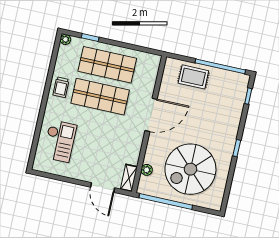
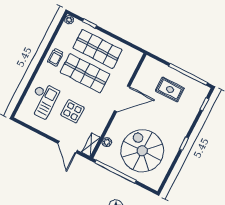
rug: (193, 77) -> (170, 89), moved
display table: (97, 145) -> (73, 111), added
spiral stairs: (190, 169) -> (142, 151), turned 90

